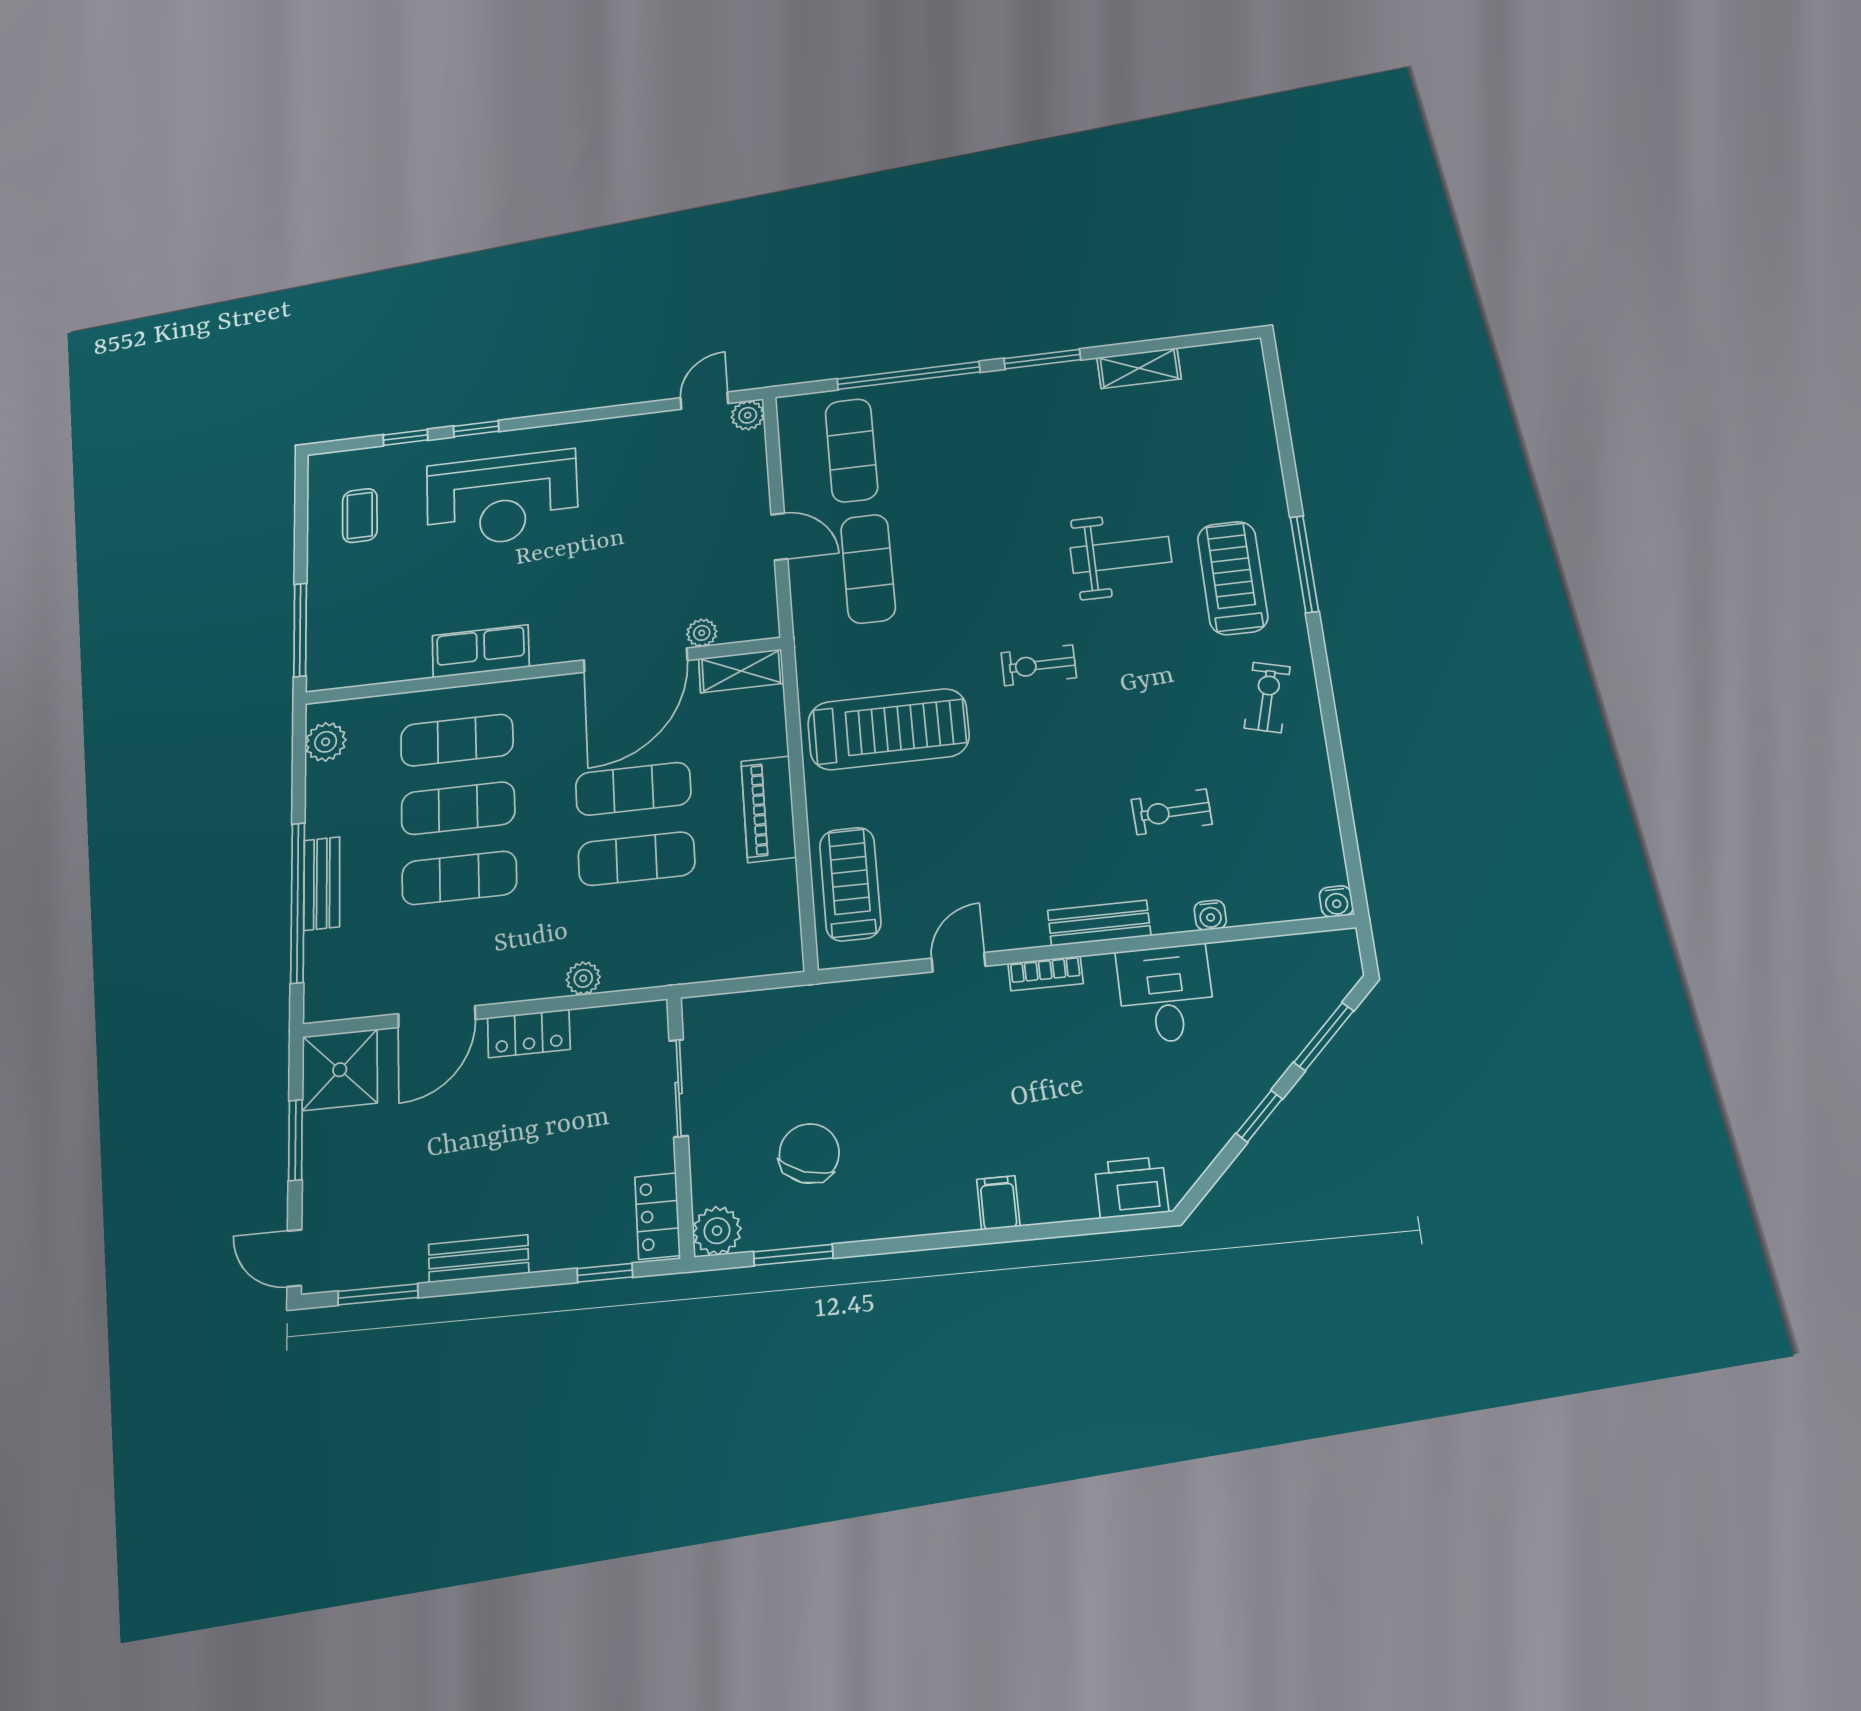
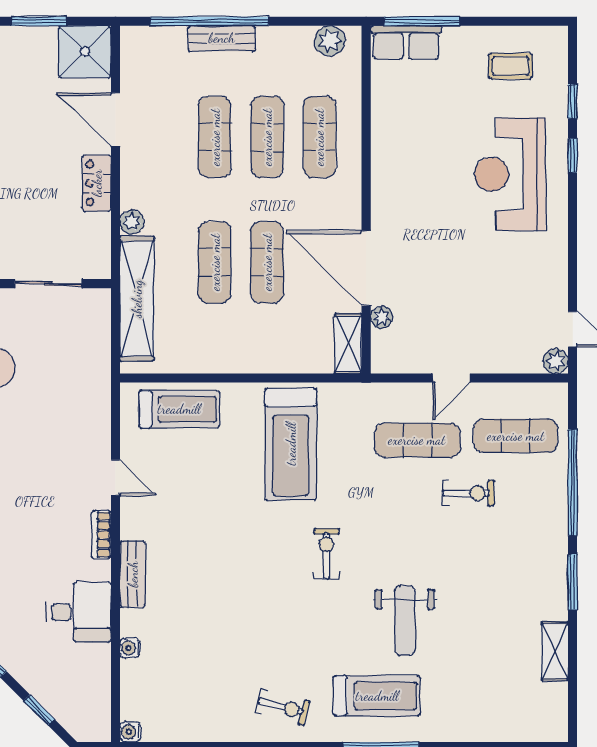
row of seats: (481, 651) -> (406, 43), moved, turned 90
piano: (768, 809) -> (241, 357), removed
exercise bike: (1172, 812) -> (468, 493), moved, turned 92
shelving: (694, 959) -> (137, 299), added
window: (1324, 1037) -> (39, 710), width x0.67

